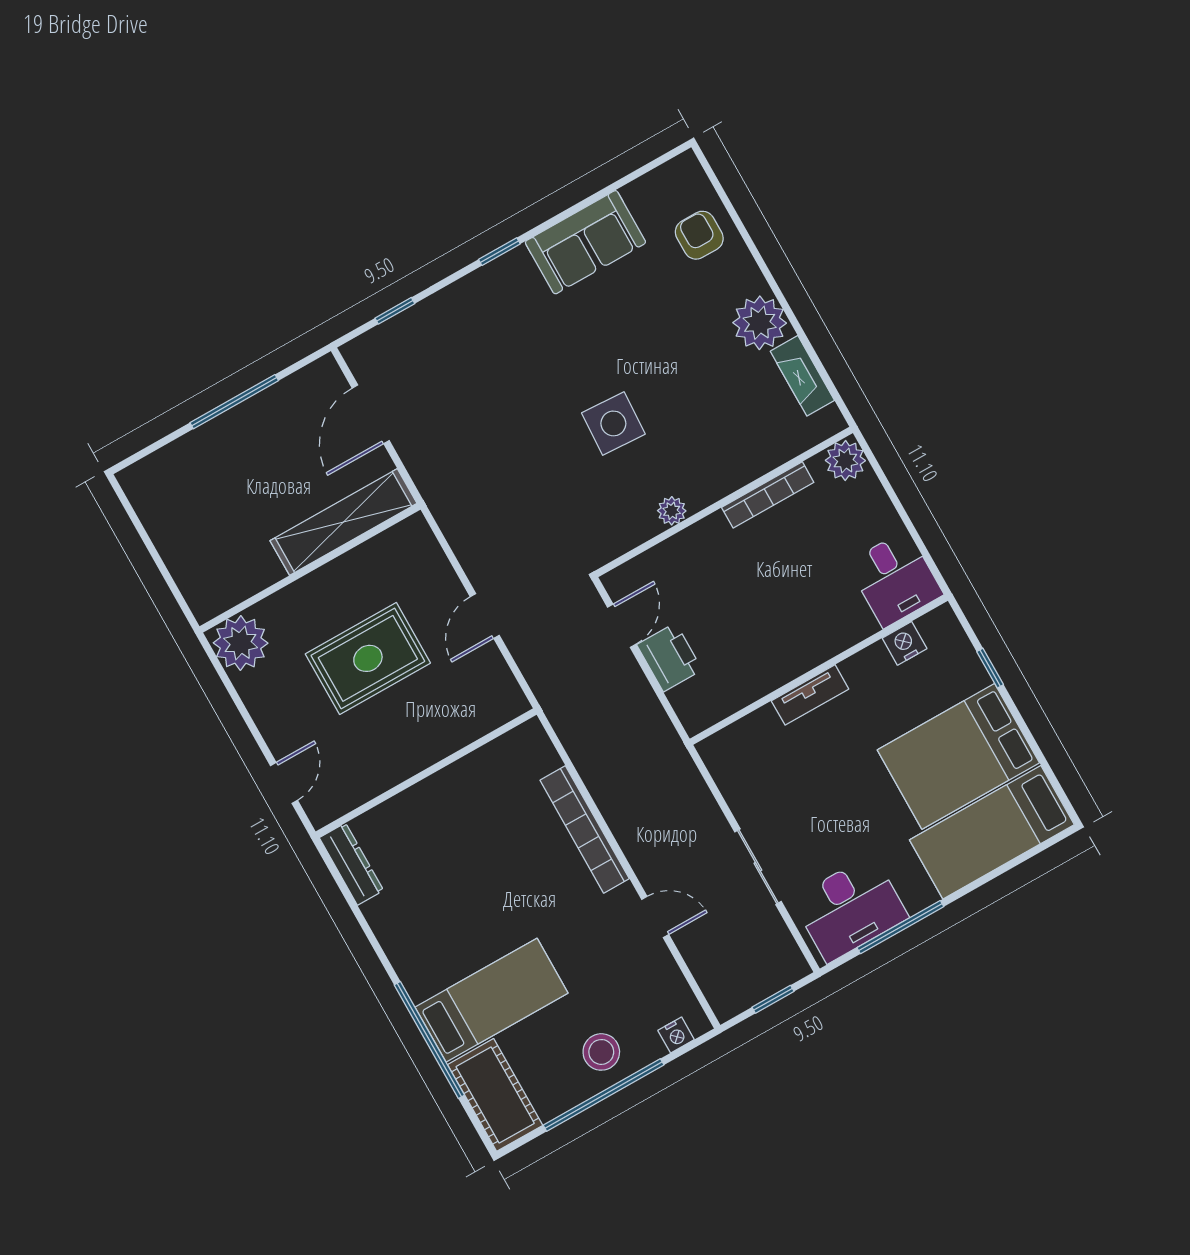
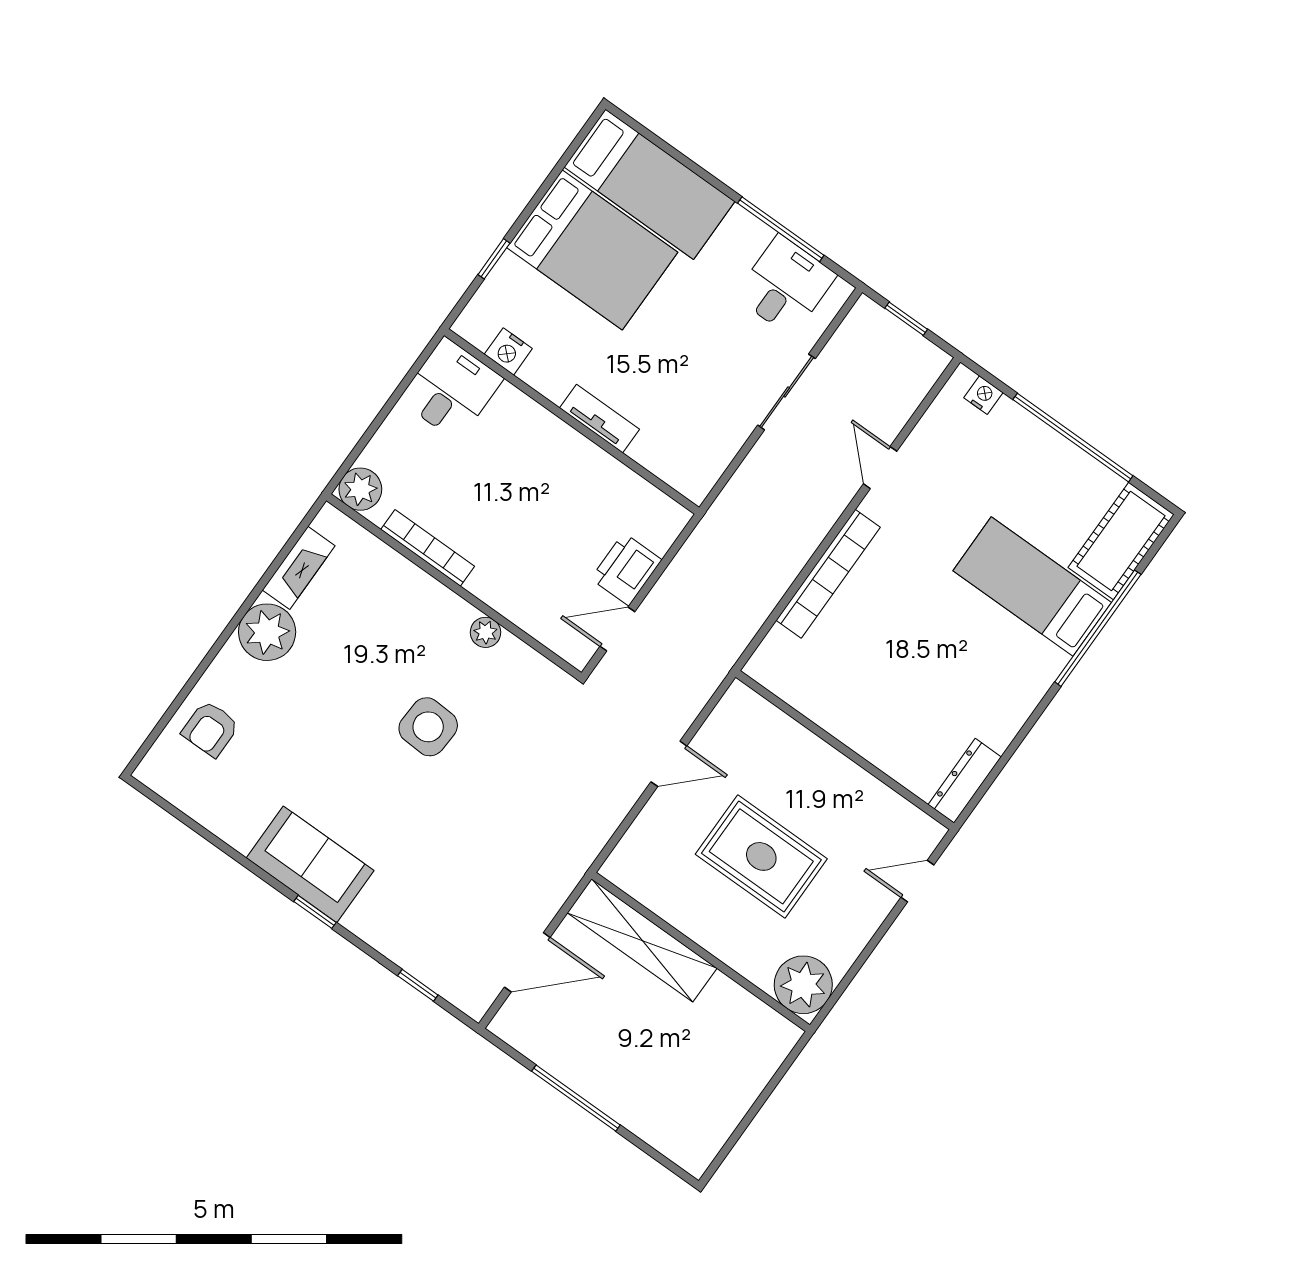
sofa: (585, 242) -> (310, 864), moved
desk: (850, 908) -> (785, 286), width x0.73
stool: (601, 1052) -> (1033, 459), removed

